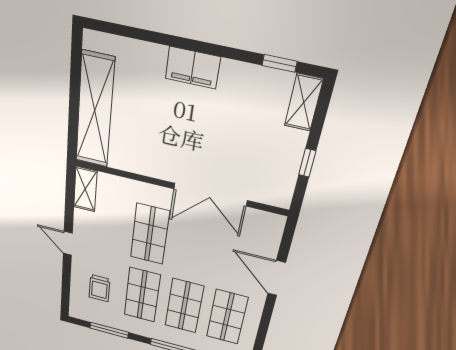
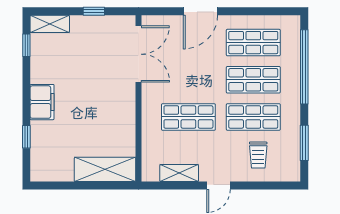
window: (146, 35) -> (26, 137), added
shelving: (95, 111) -> (105, 169), width x0.68
shelving: (85, 189) -> (179, 173), moved
double door: (210, 195) -> (138, 54), moved
trolley: (99, 288) -> (258, 155), turned 90

